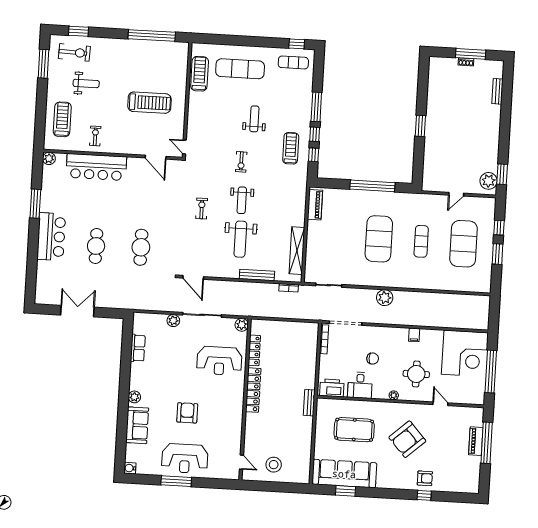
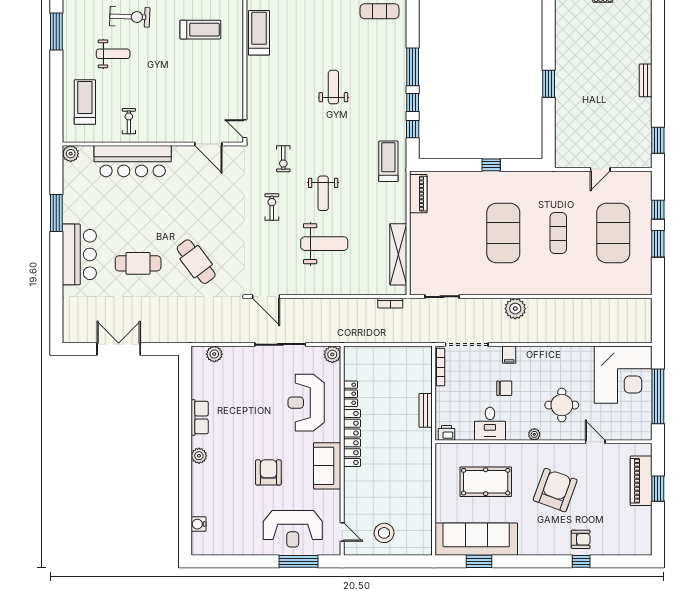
exercise bike: (74, 52) -> (130, 17), moved
exercise mat: (240, 69) -> (311, 23), removed
bench: (497, 91) -> (646, 80), moved
treadmill: (149, 103) -> (200, 30), moved, width x0.73, depth x0.73
treadmill: (291, 148) -> (388, 161), moved
exercise bike: (241, 162) -> (283, 159), moved
plant: (489, 181) -> (641, 150), removed
window: (372, 186) -> (491, 165), width x0.32
weight bench: (240, 239) -> (324, 244), turned -90
cafe table: (96, 246) -> (138, 263), turned 90
cafe table: (141, 247) -> (196, 262), turned -37
bench: (257, 275) -> (348, 289), removed
plant: (173, 321) -> (214, 354), moved
filing cabinet: (414, 335) -> (509, 355), moved
row of seats: (138, 348) -> (200, 418), moved
locker: (254, 350) -> (351, 394), width x0.66
reception desk: (219, 361) -> (306, 403), turned 90
printer: (332, 388) -> (446, 433), width x0.53, depth x0.68
bench: (309, 403) -> (426, 410), moved
sofa: (137, 425) -> (327, 466), moved, turned 180
armchair: (407, 439) -> (555, 490), turned 152
piano: (476, 441) -> (641, 481), width x1.37, depth x1.33
window: (487, 443) -> (658, 489), width x0.47
reception desk: (185, 458) -> (293, 529), moved
water cooler: (130, 468) -> (198, 524), moved
window: (176, 481) -> (298, 561), moved

